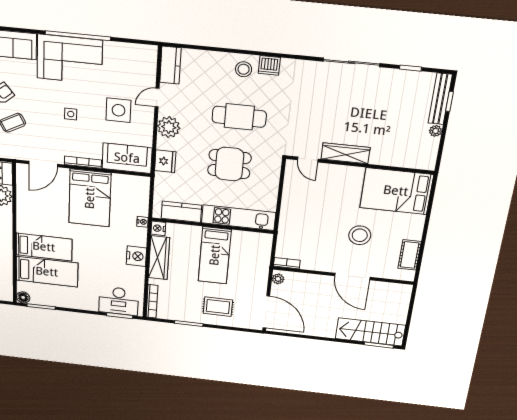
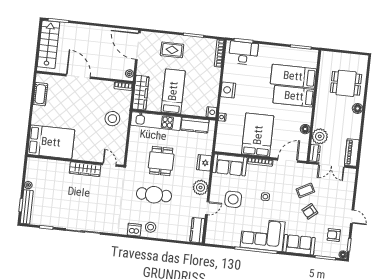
dining table: (229, 164) -> (161, 161), turned 90
stool: (360, 235) -> (112, 119), moved
wardrobe: (159, 258) -> (141, 93), moved, turned 180
floor lamp: (23, 297) -> (305, 129), moved
stairs: (370, 332) -> (48, 44), moved, turned -90

